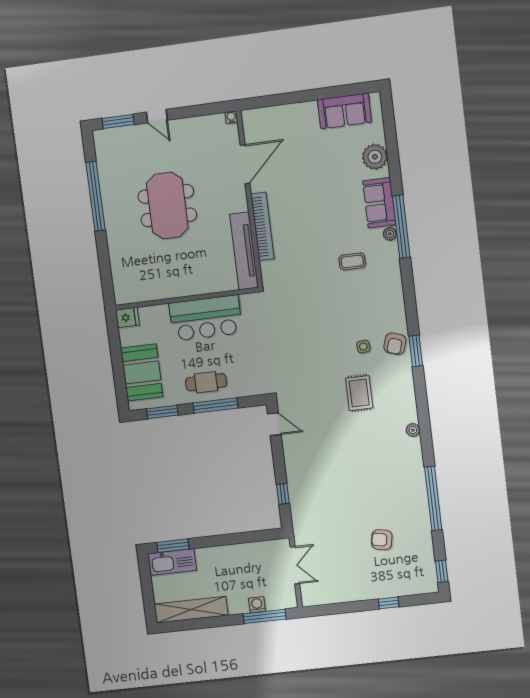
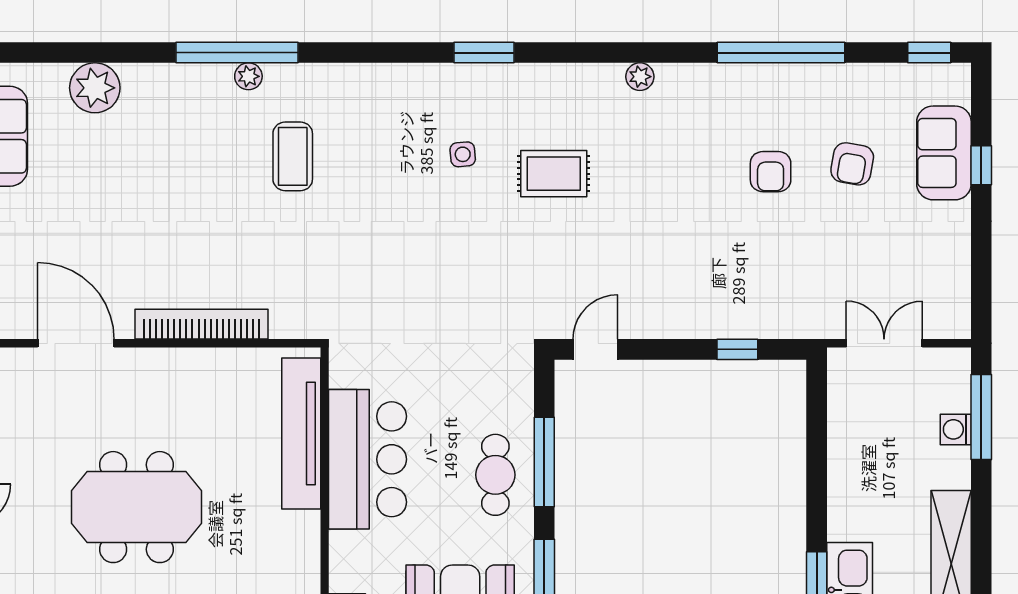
sofa: (379, 203) -> (944, 153), moved, turned 90
tv unit: (244, 251) -> (301, 434), moved, turned 90
coffee table: (352, 261) -> (293, 156), width x1.36, depth x1.30
armchair: (395, 344) -> (771, 172), moved, turned 73

